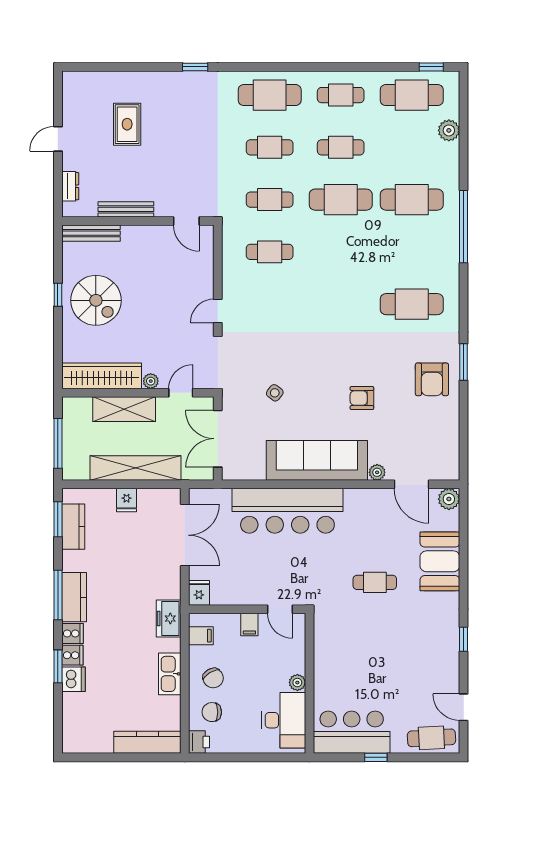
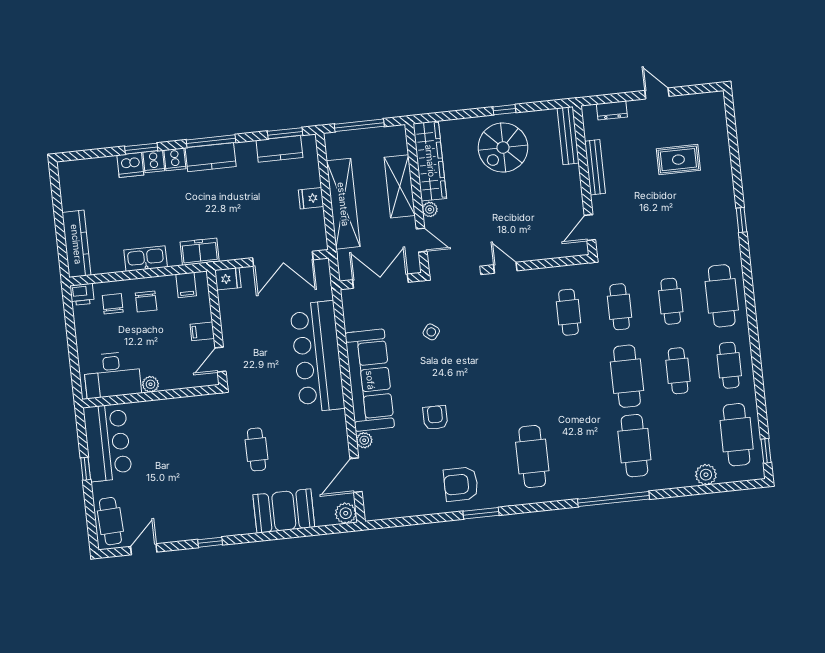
chair: (213, 678) -> (146, 301), turned -59

